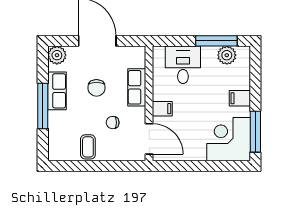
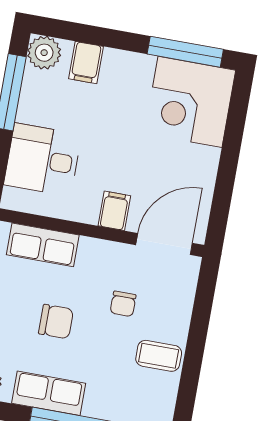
plant: (227, 55) -> (44, 53), moved
row of seats: (137, 87) -> (43, 245), moved
filing cabinet: (240, 98) -> (86, 63), moved

